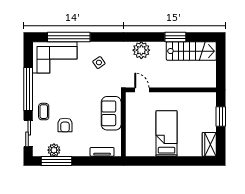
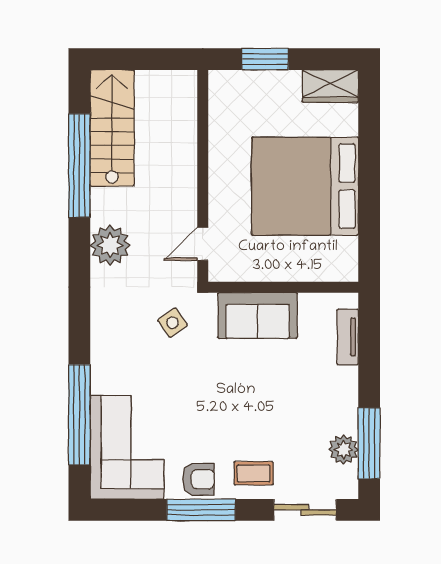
window: (175, 37) -> (79, 166), width x2.11
side table: (99, 63) -> (173, 323), moved
window: (28, 89) -> (201, 510), width x0.68
armchair: (65, 125) -> (198, 479), moved
bed: (167, 134) -> (305, 186), width x2.04

